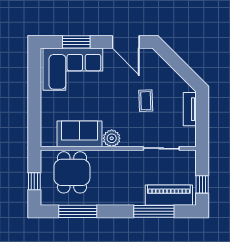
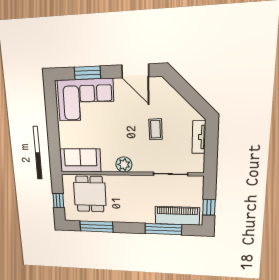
sofa: (79, 134) -> (81, 160), moved

